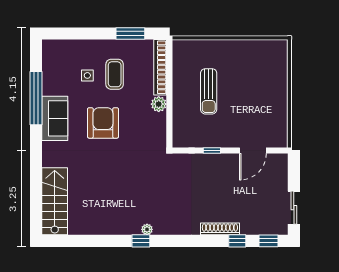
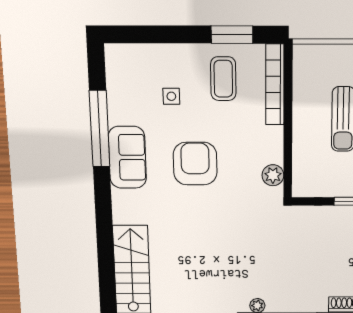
coffee table: (115, 74) -> (223, 79), moved
plant: (159, 104) -> (273, 175), moved

